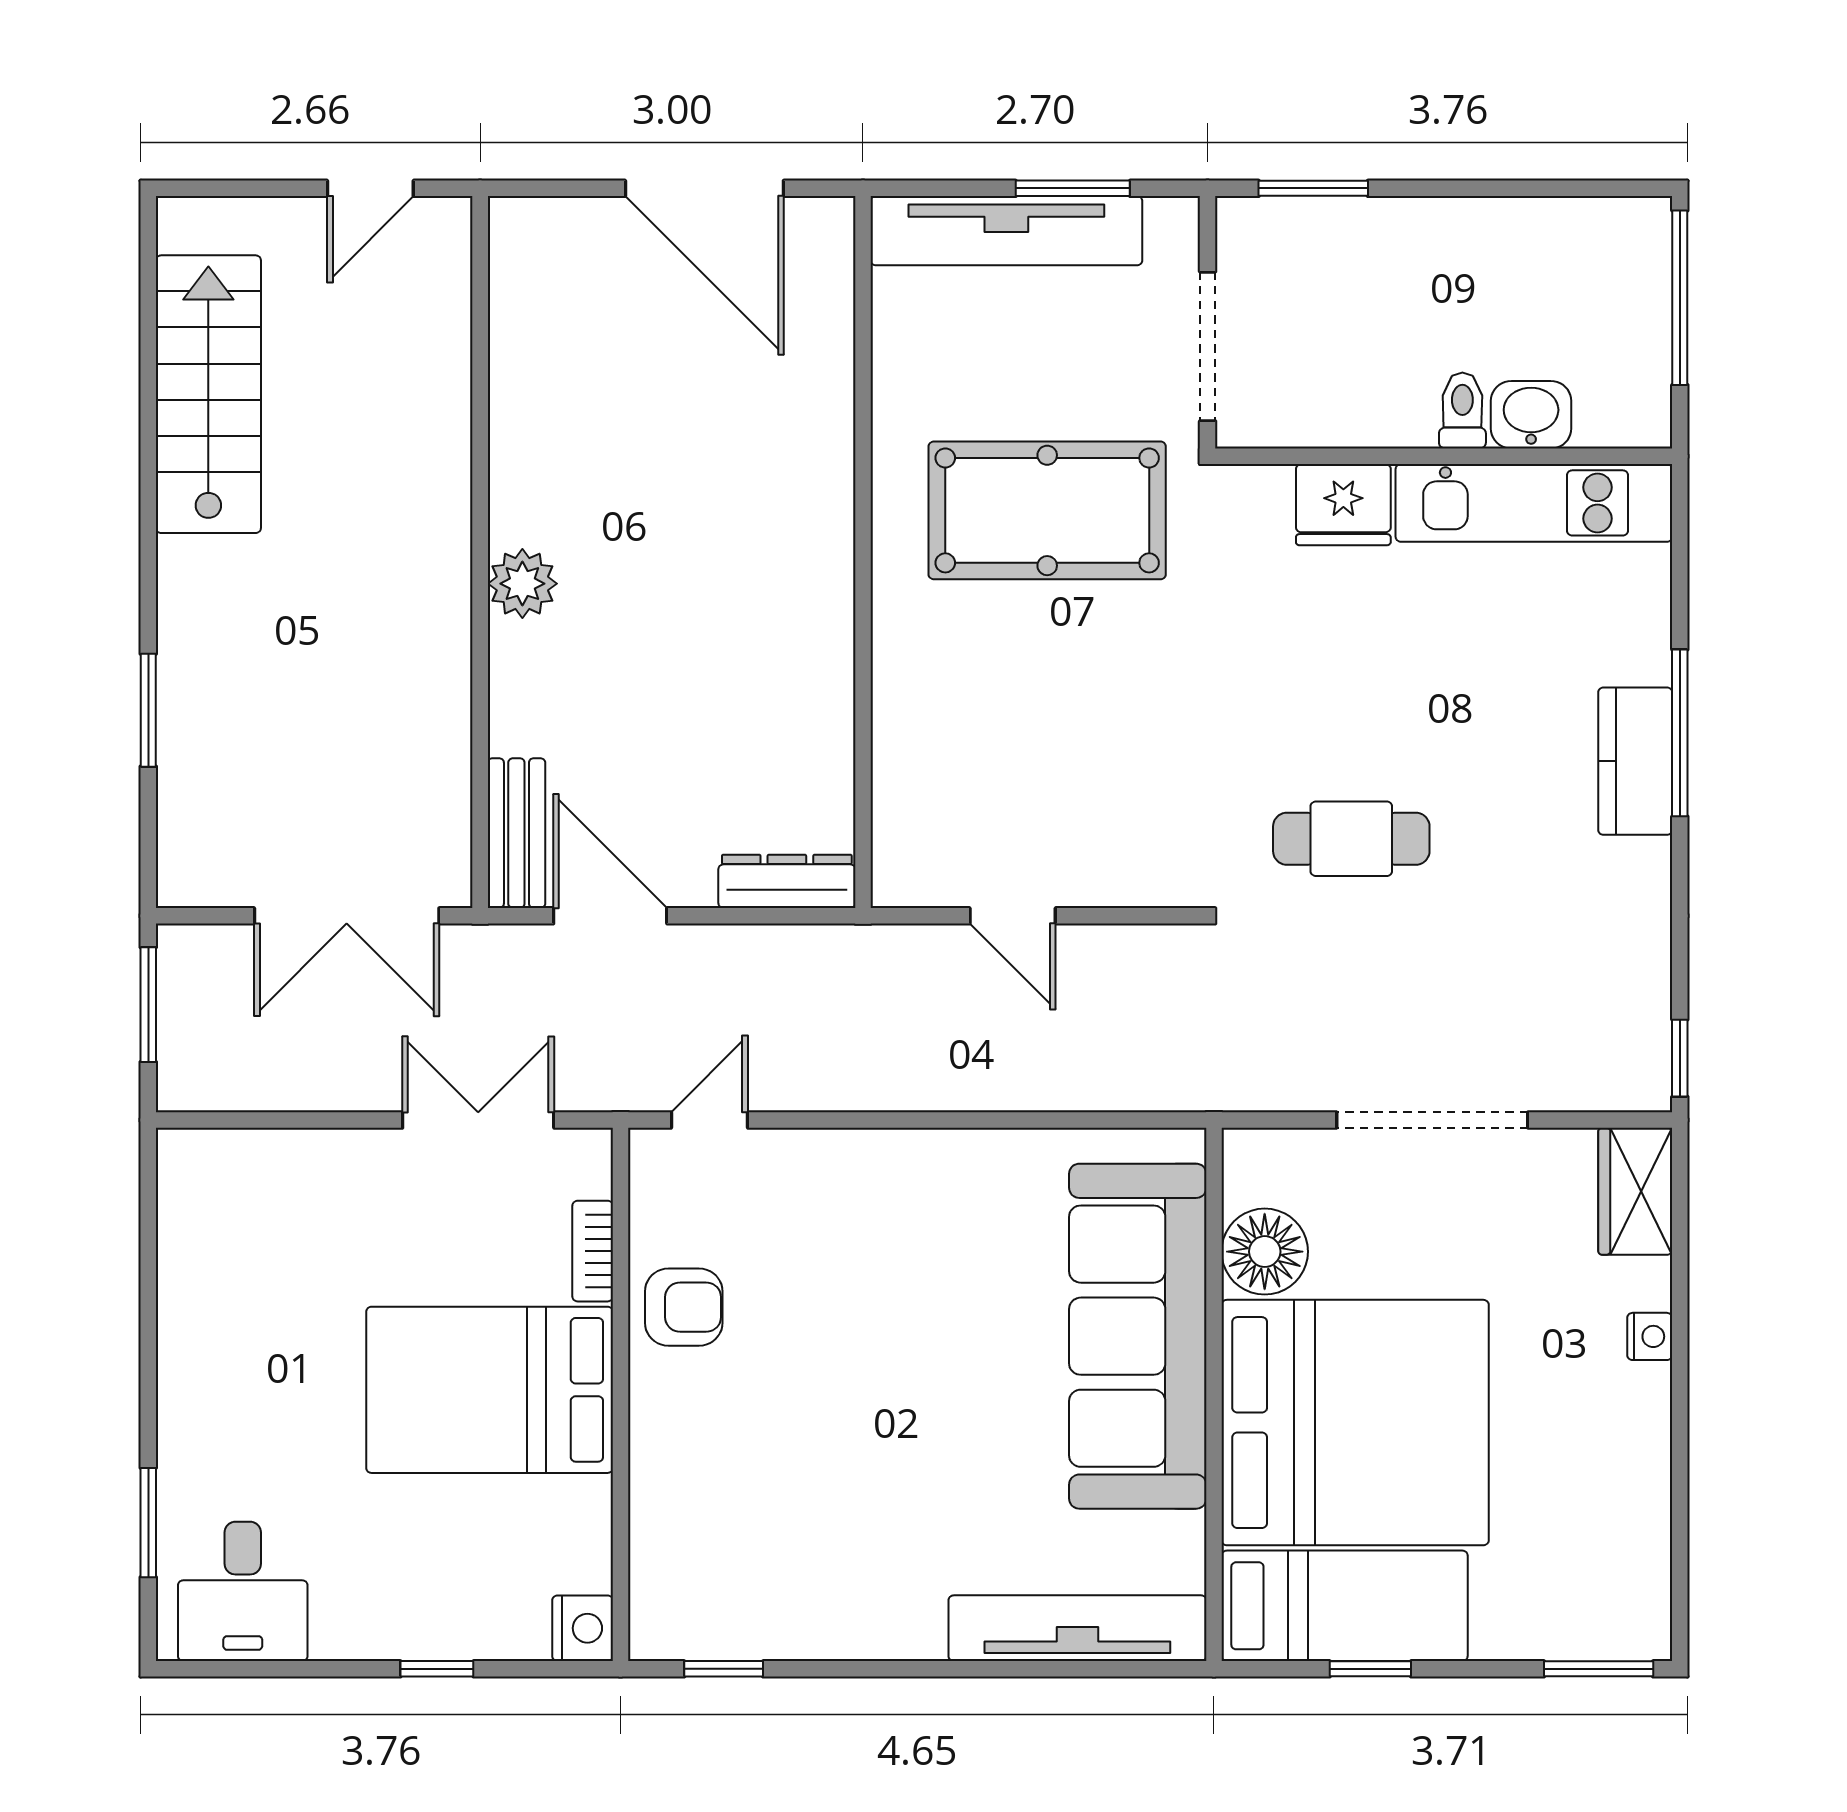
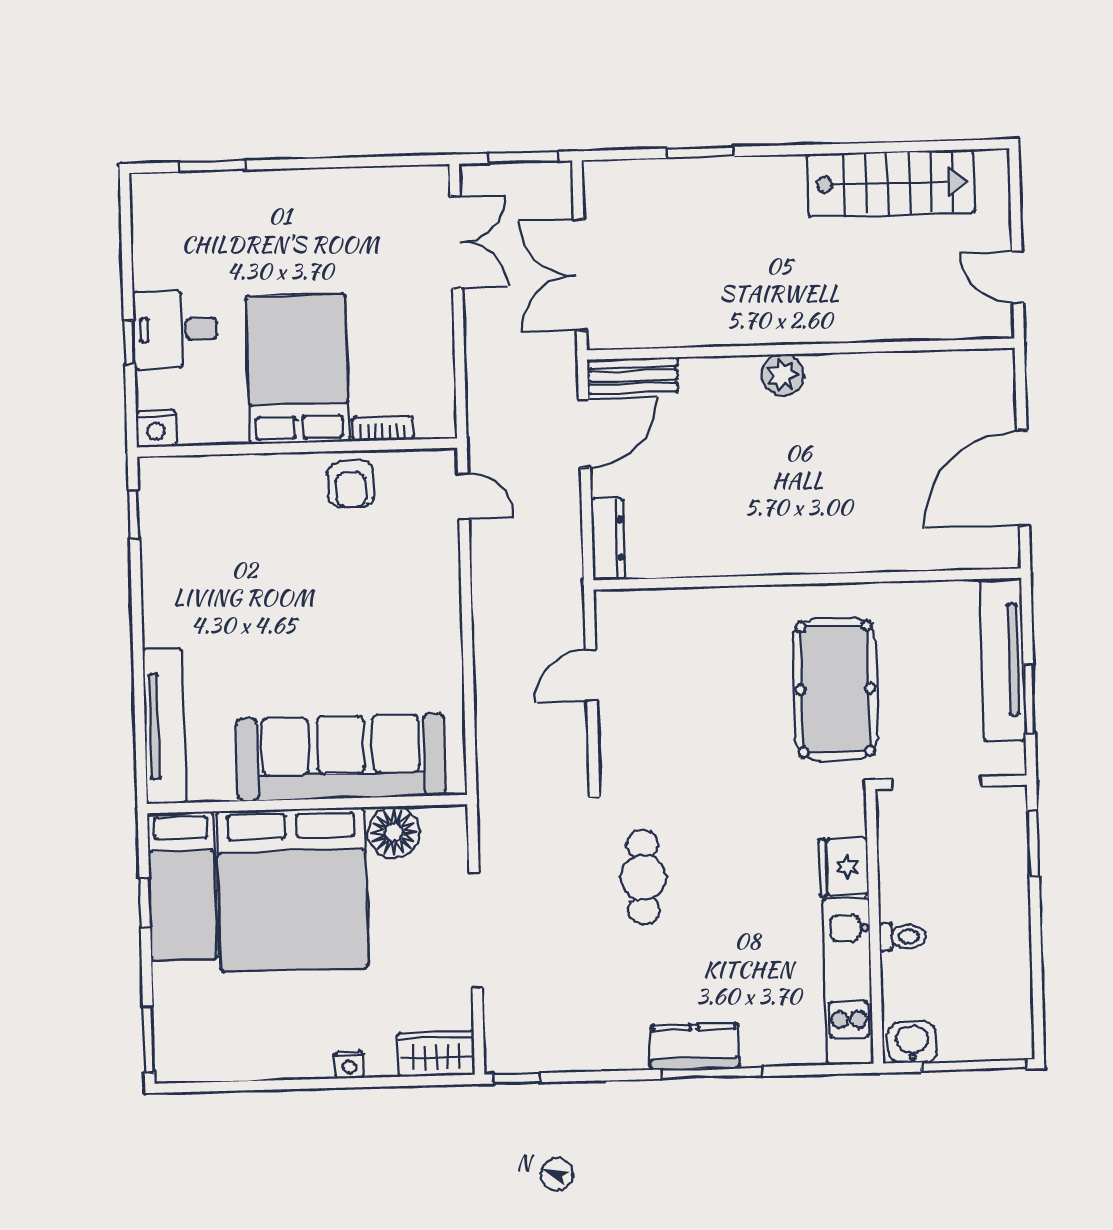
washbasin: (1531, 415) -> (912, 1042), moved, turned -90
double door: (478, 1120) -> (456, 242), moved
desk: (243, 1591) -> (175, 330), moved

